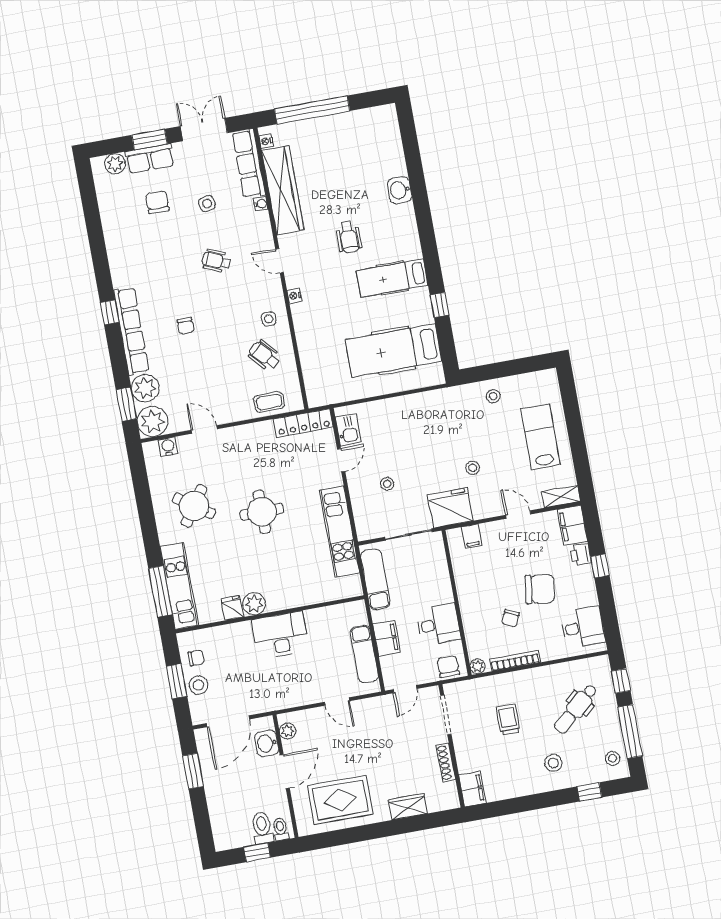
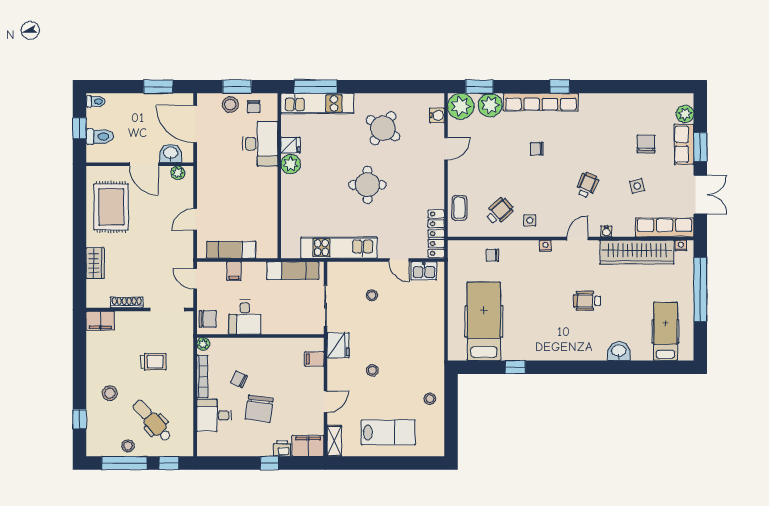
chair: (157, 202) -> (646, 144), turned -90
water cooler: (261, 204) -> (606, 231), moved
hospital bed: (392, 278) -> (665, 331), moved
chair: (316, 354) -> (493, 255), added
fridge: (450, 508) -> (338, 345), width x0.73, depth x0.75
desk: (583, 627) -> (214, 415), moved, turned 90
desk: (280, 635) -> (260, 144), moved
filing cabinet: (387, 638) -> (234, 271), width x0.50
stool: (613, 758) -> (128, 446), moved
toilet: (281, 829) -> (96, 102), moved

